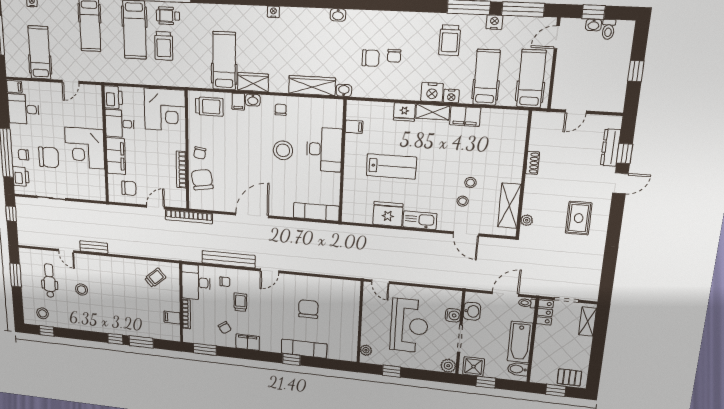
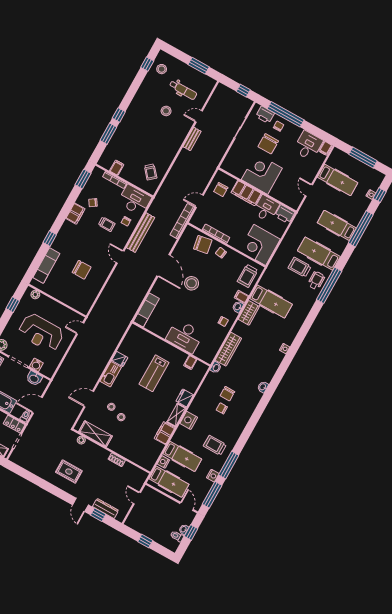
nightstand: (451, 96) -> (163, 462), moved
stool: (283, 150) -> (192, 283), moved
door: (155, 207) -> (199, 201), swing flipped
fridge: (388, 214) -> (120, 359), width x0.53, depth x0.75
door: (505, 294) -> (37, 405), swing flipped
exam couch: (304, 349) -> (46, 266), moved

